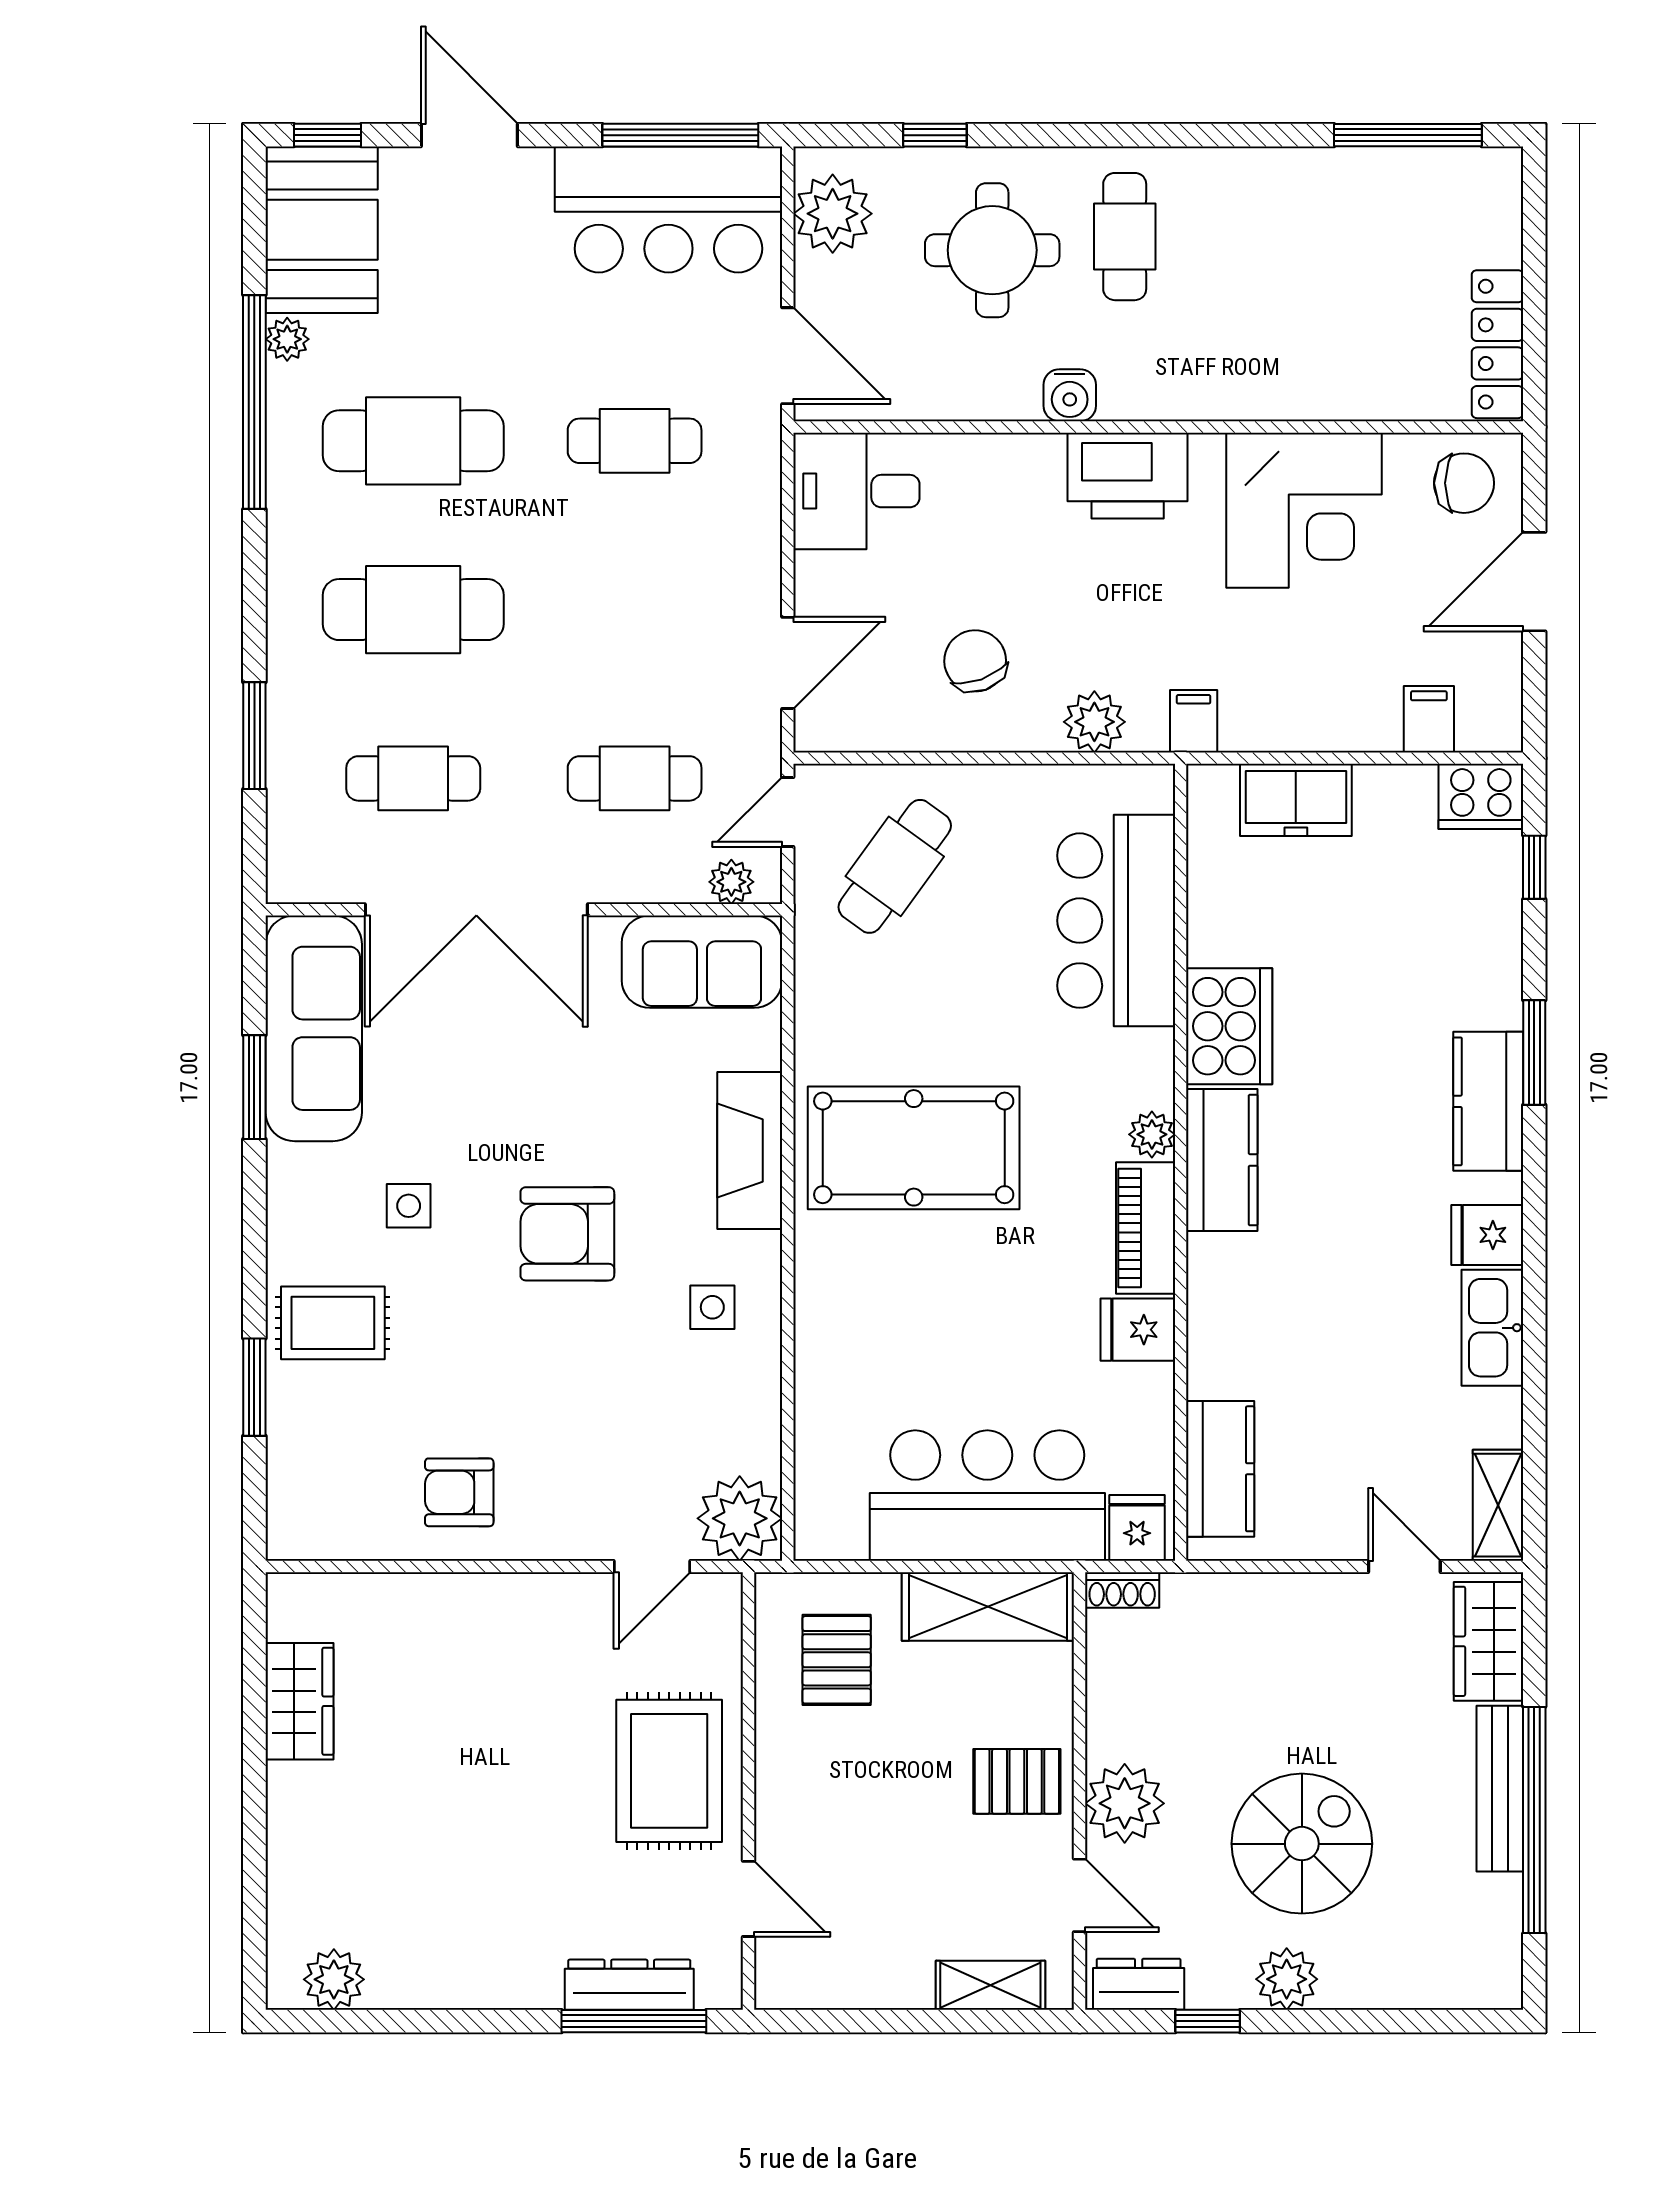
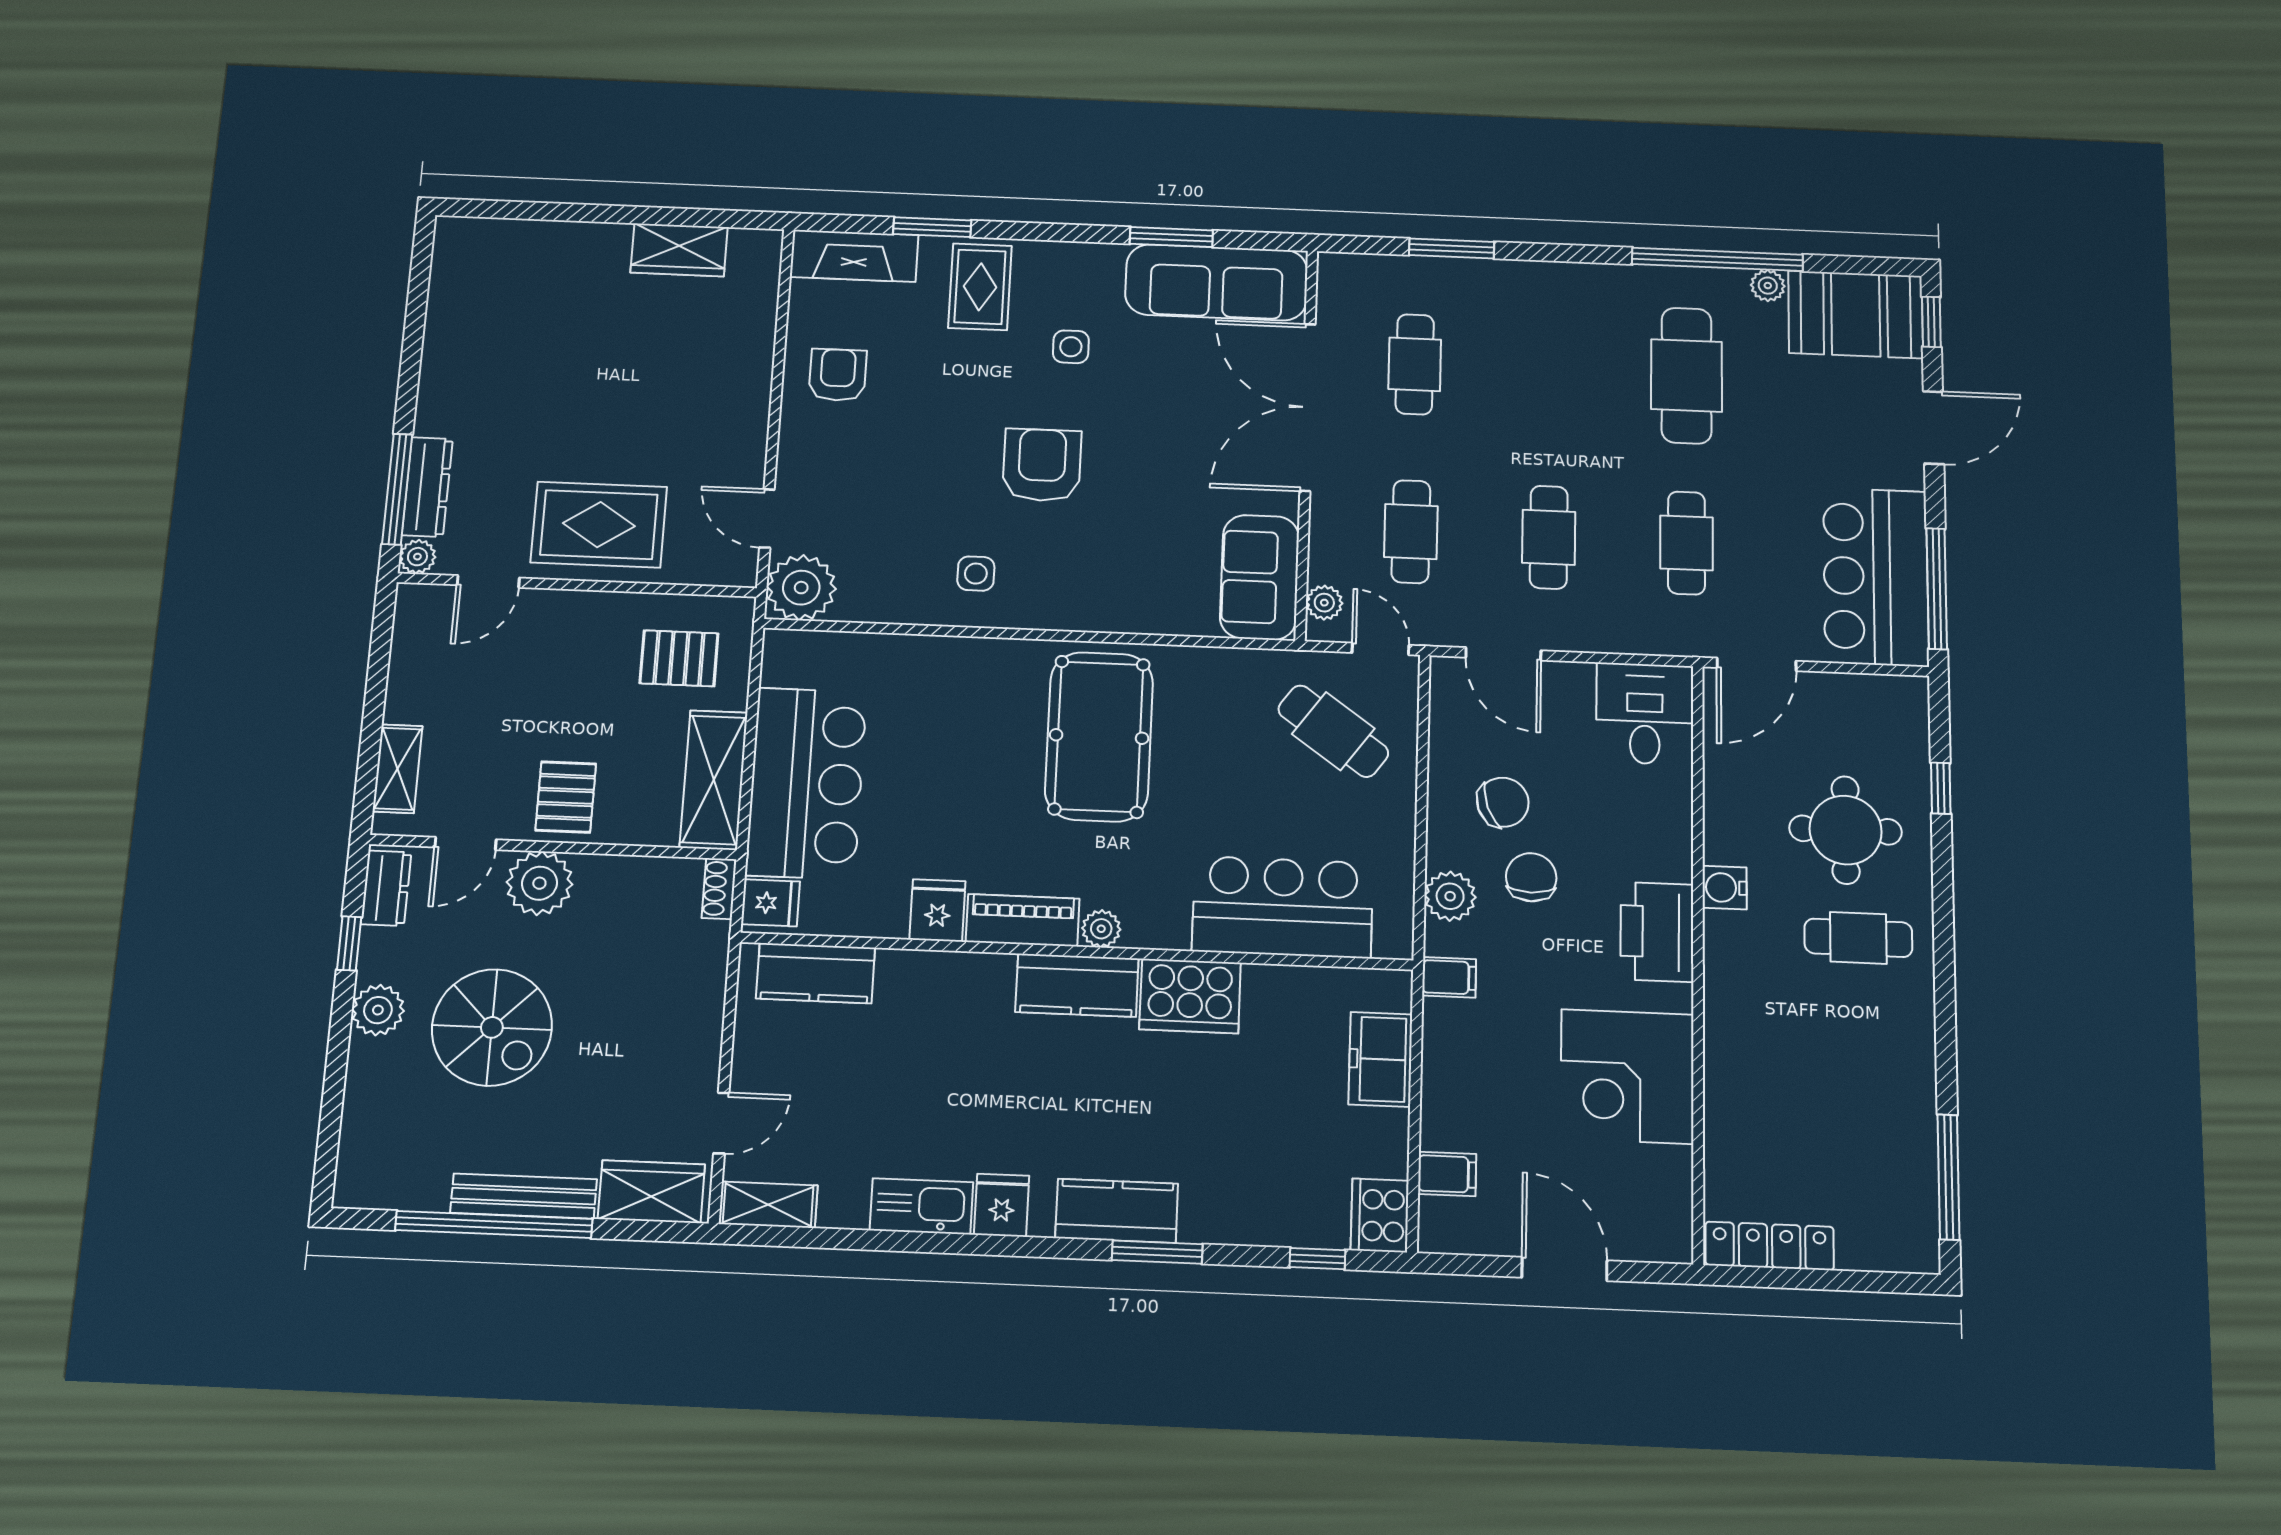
plant: (833, 214) -> (1874, 704), removed
chair: (1464, 483) -> (1531, 877), moved, turned 180
cafe table: (413, 610) -> (1549, 537), moved, width x0.73, depth x0.74
fireplace: (750, 1151) -> (854, 256), moved, turned 180
plant: (334, 1979) -> (417, 557), moved, width x0.73, depth x0.73

